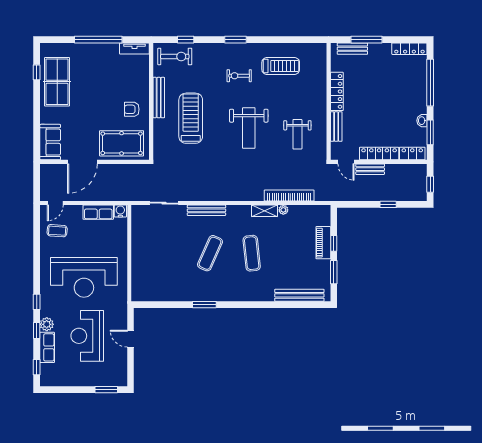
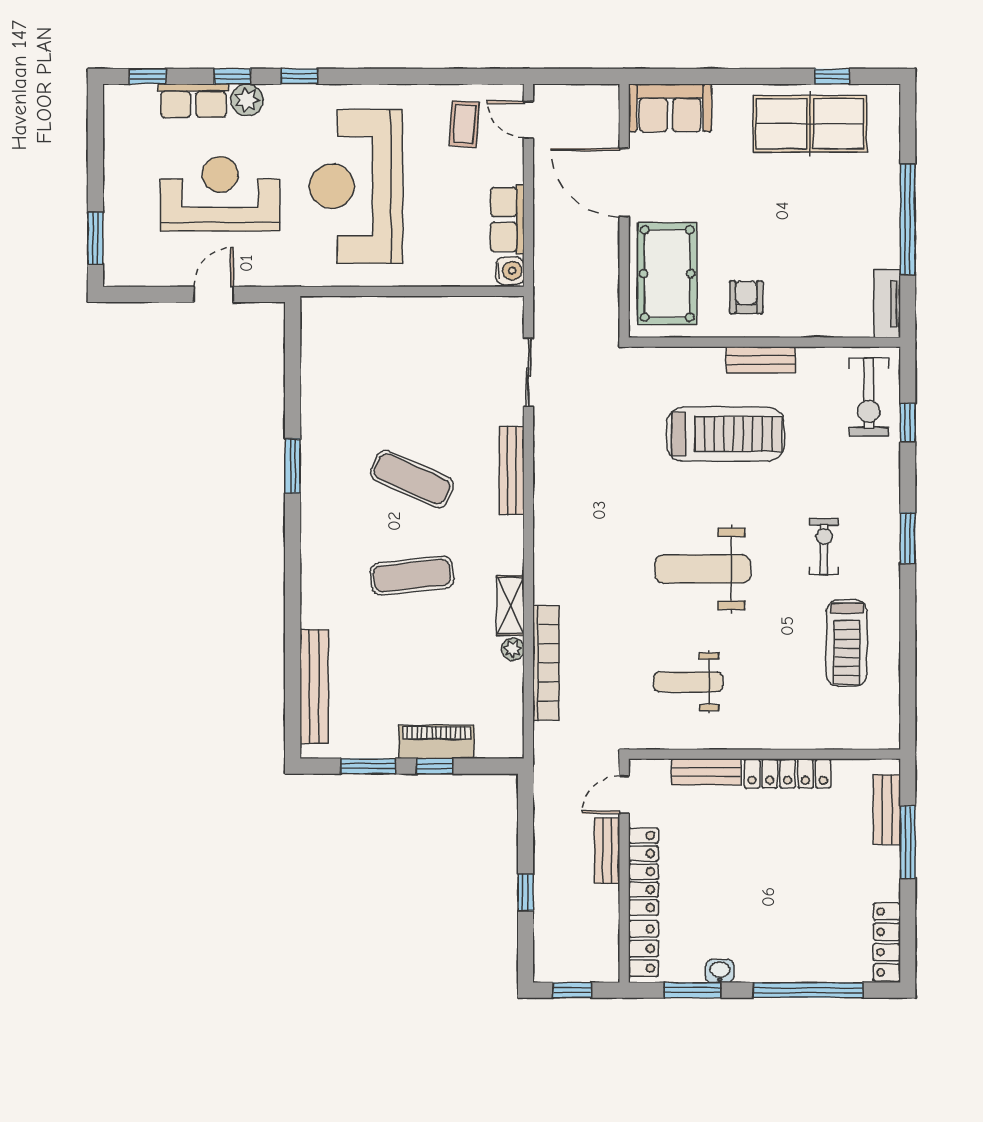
bench: (159, 98) -> (761, 360), width x0.73

